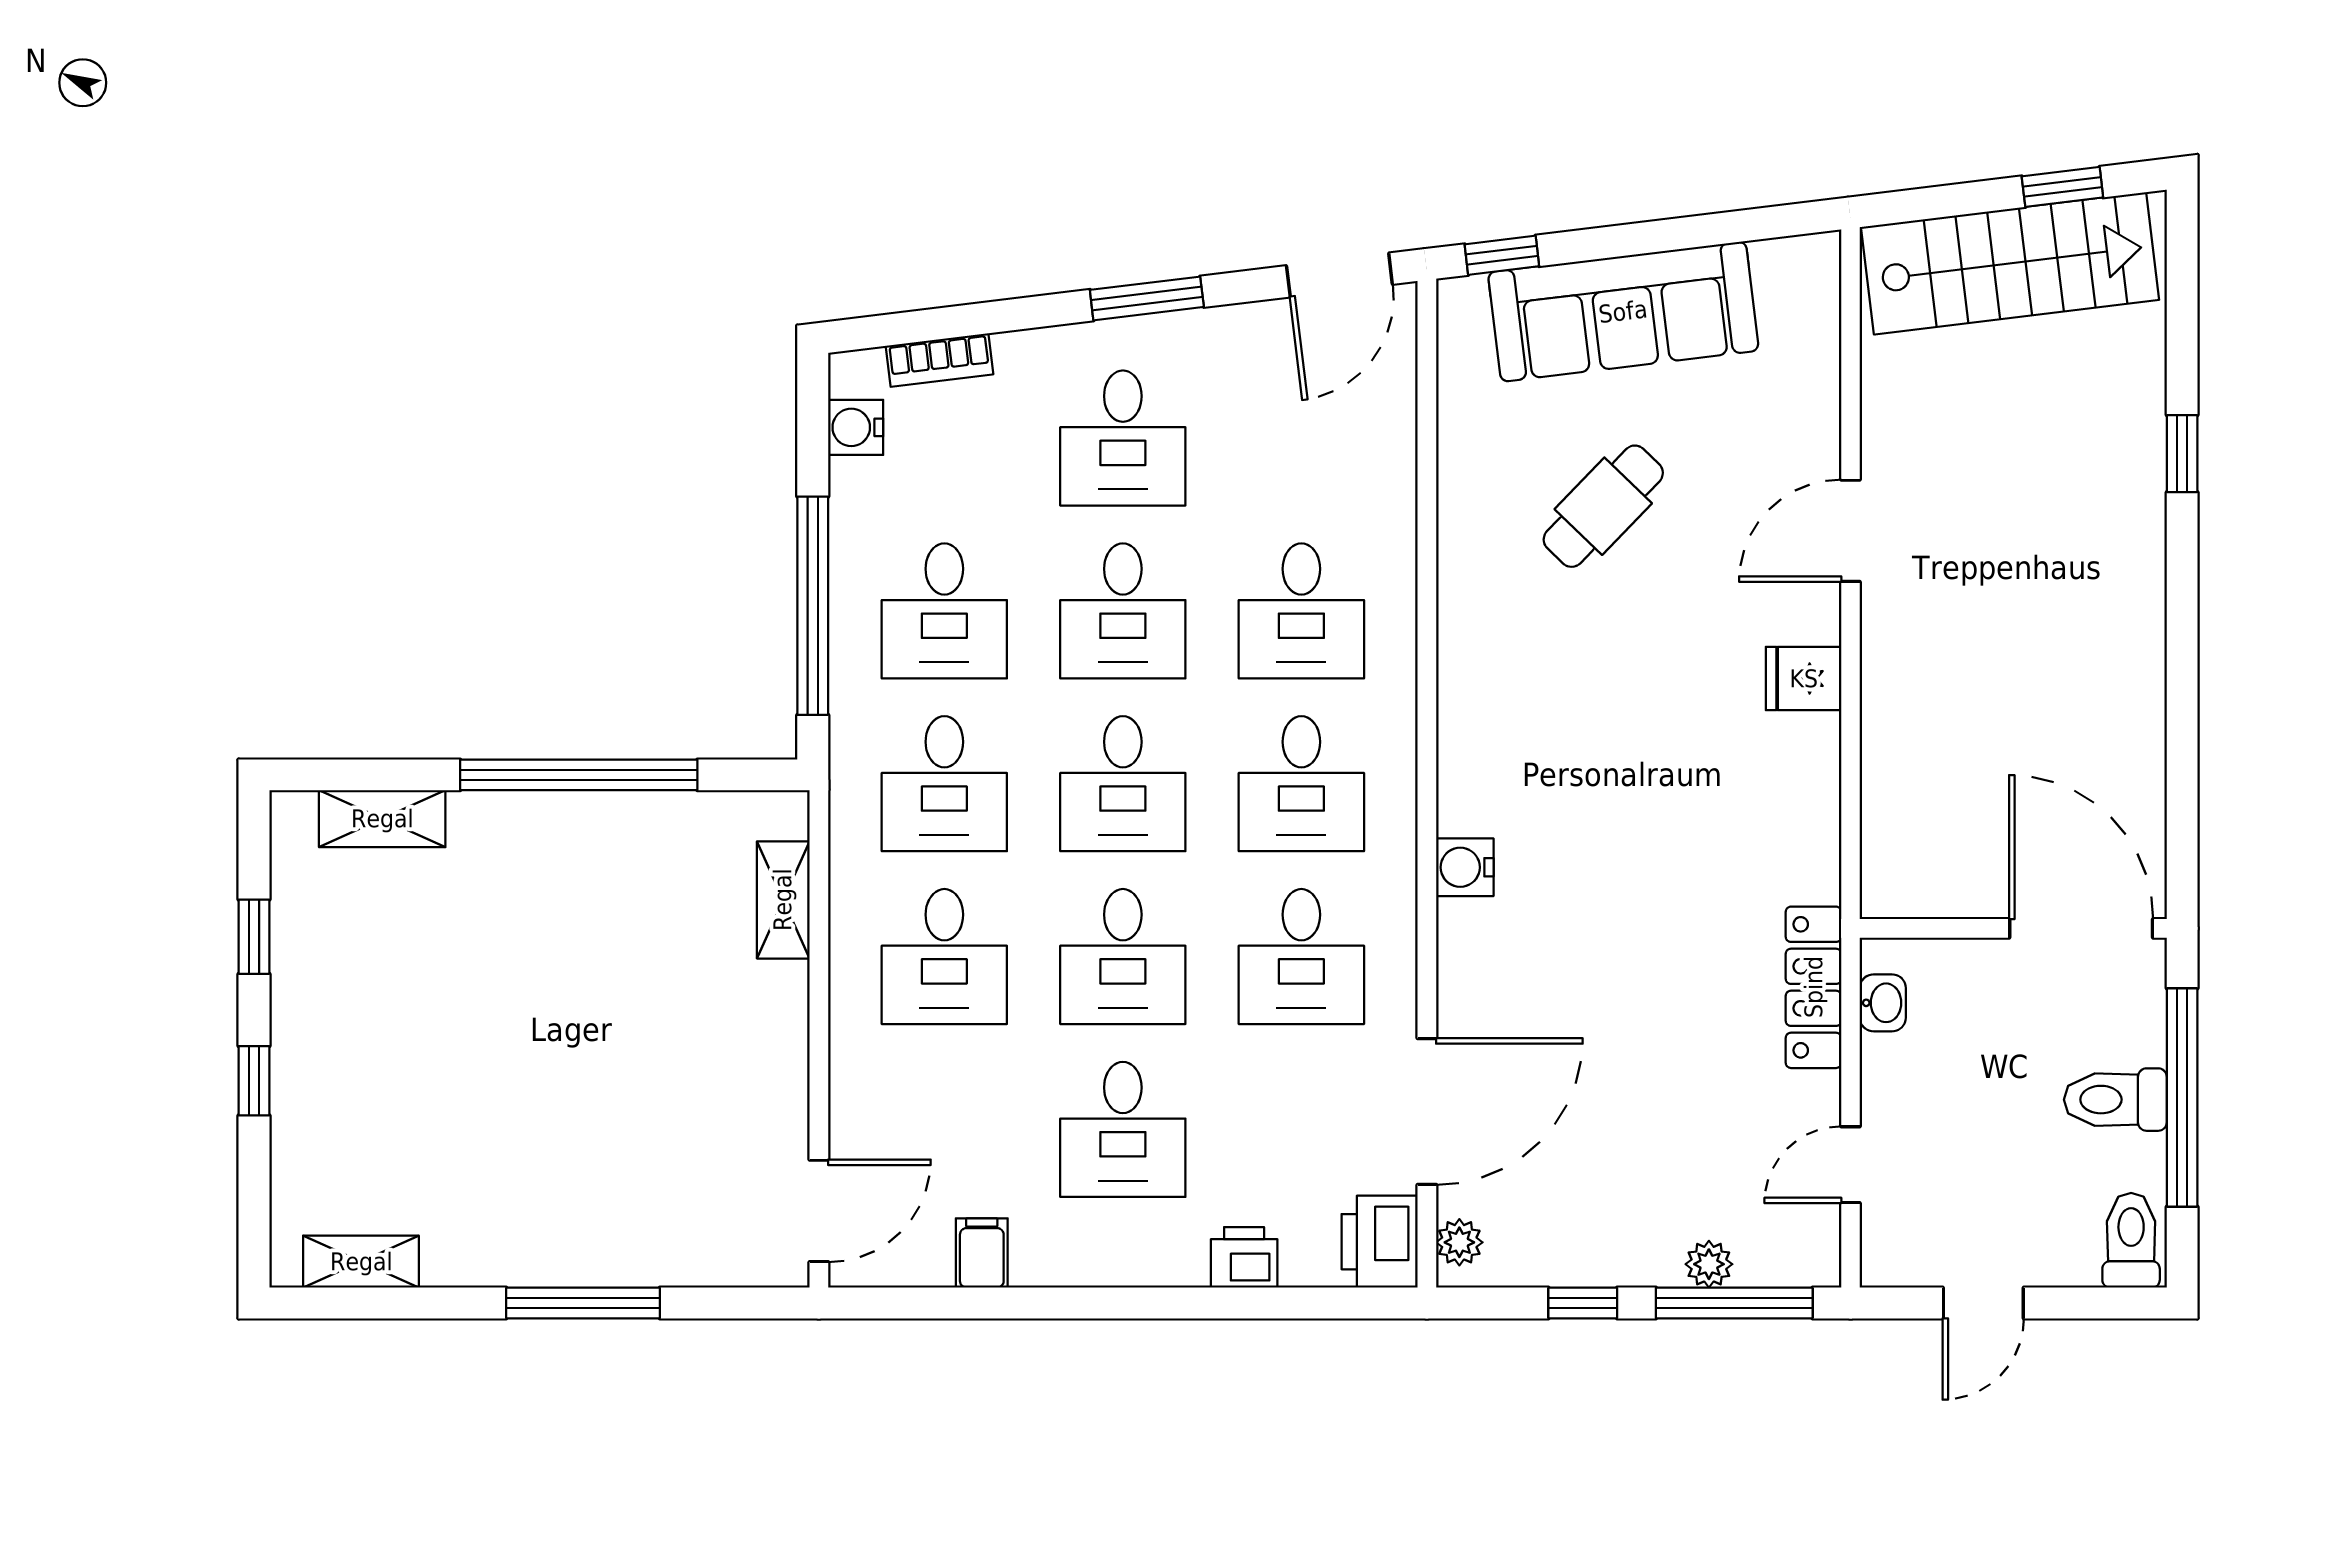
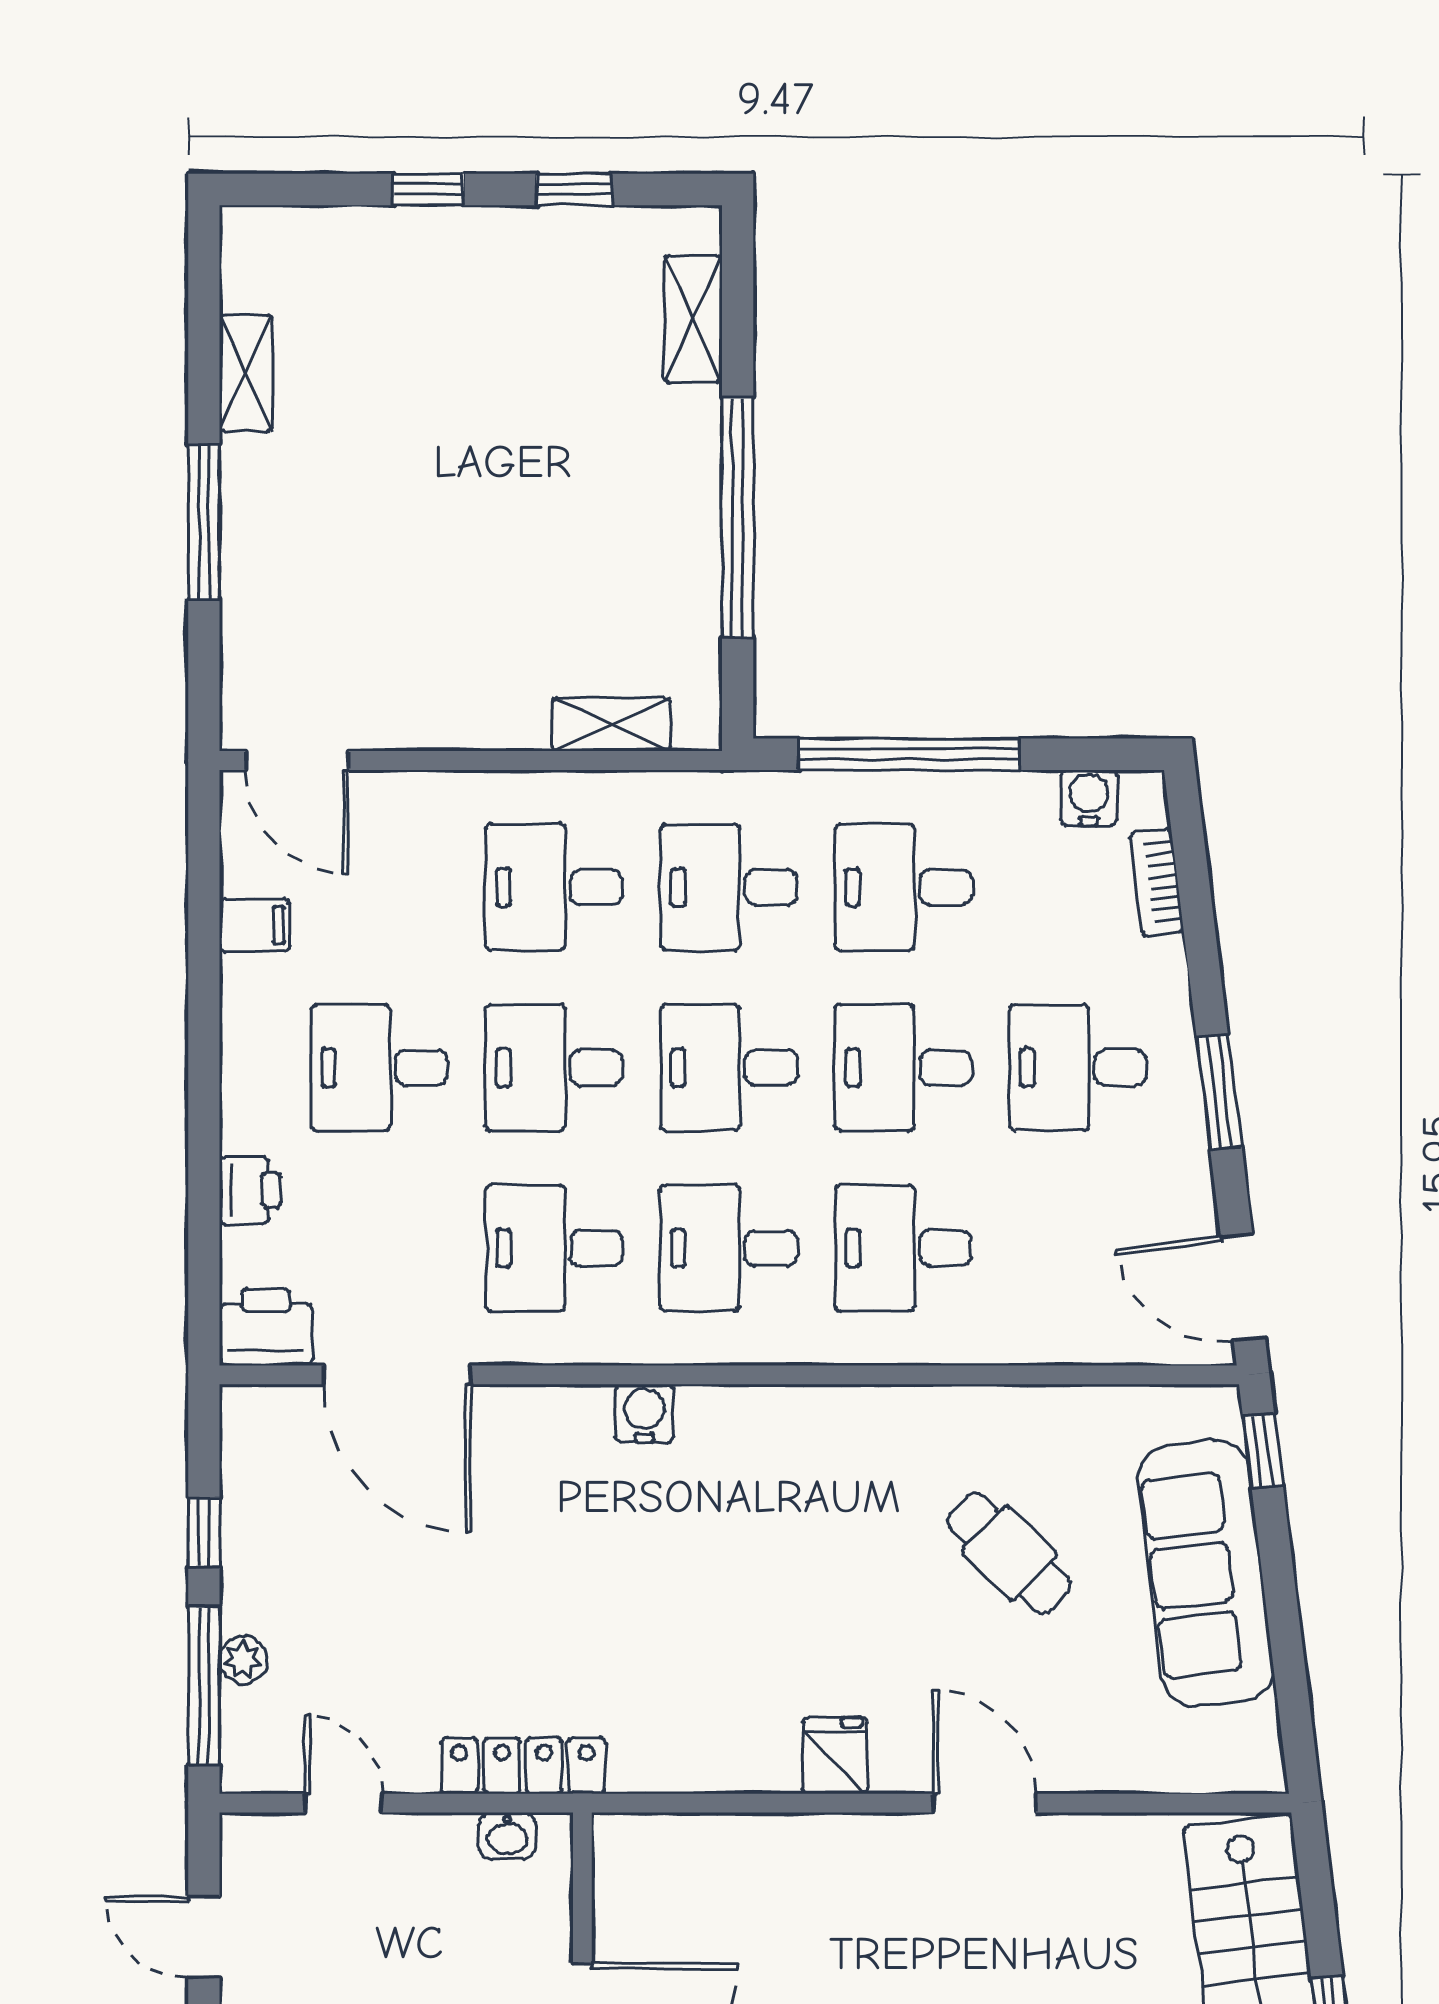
plant: (1459, 1242) -> (265, 1408), removed
shelving: (361, 1262) -> (246, 373), moved

